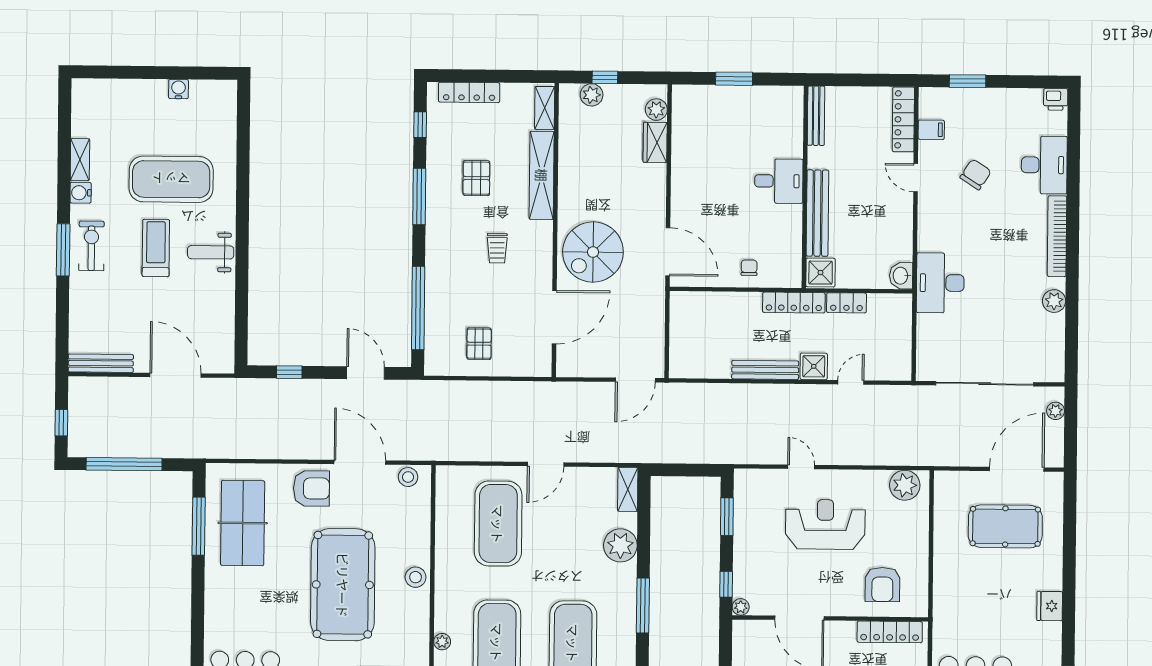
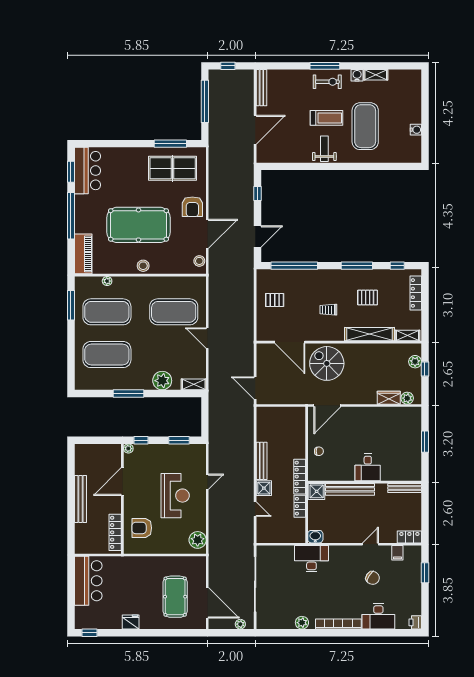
locker: (903, 119) -> (409, 537), width x0.66

